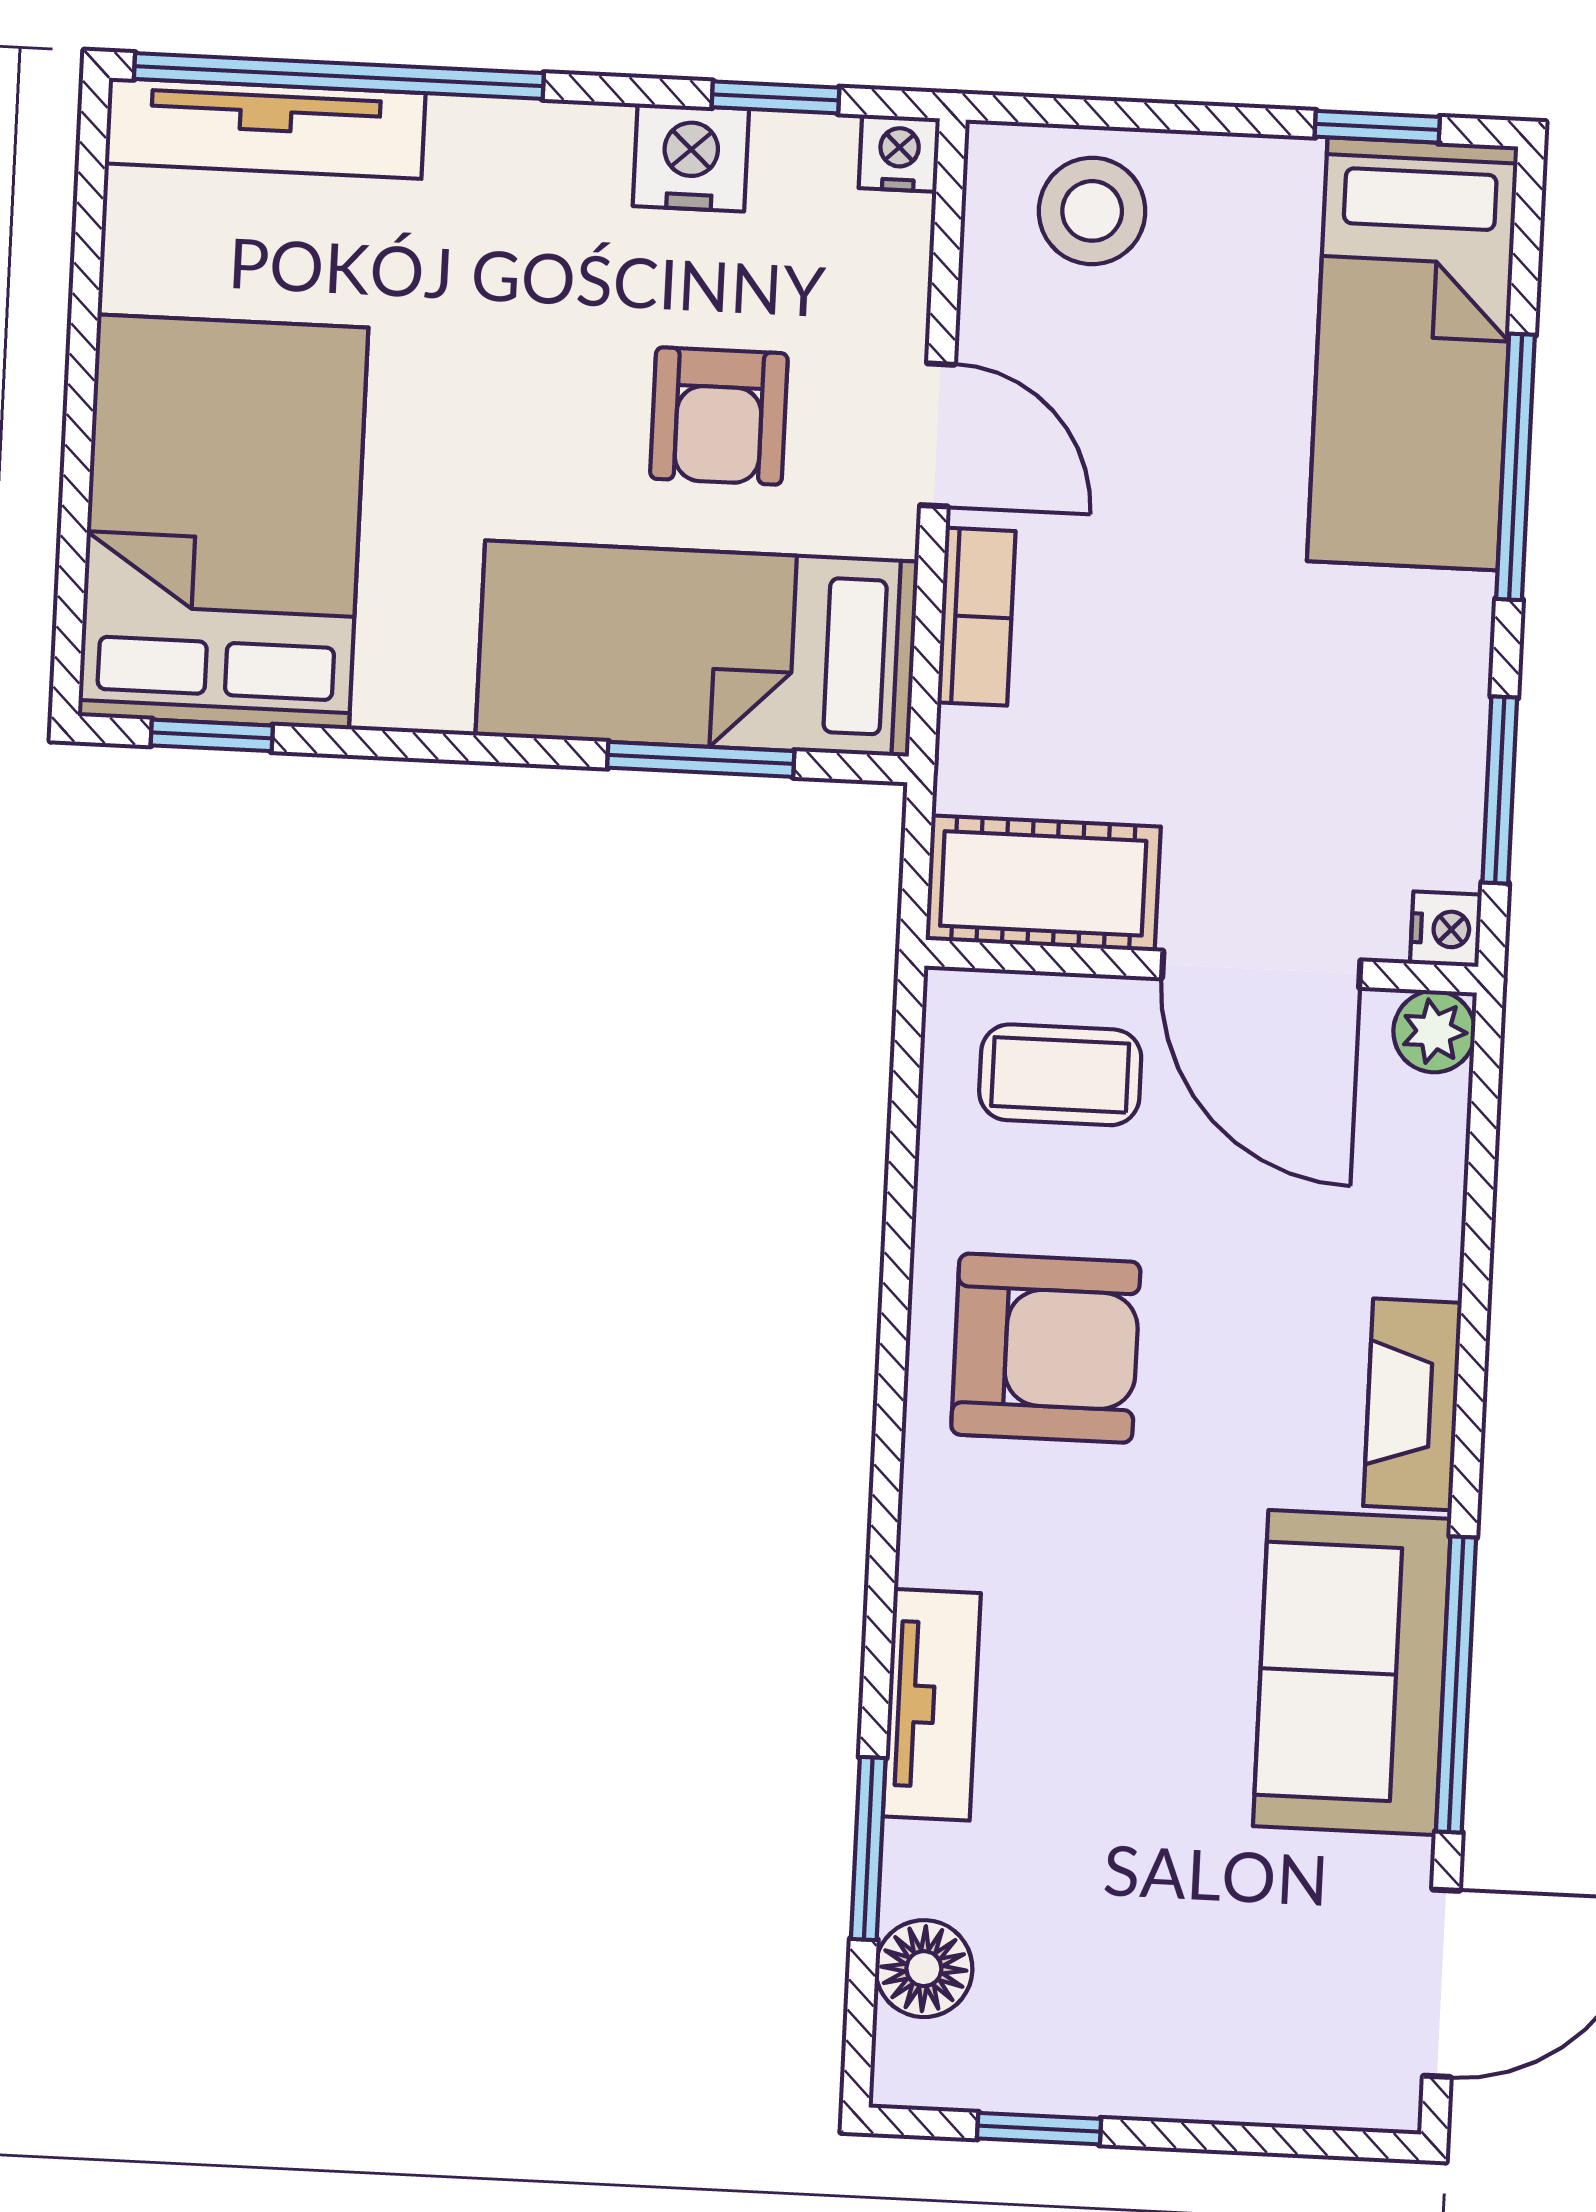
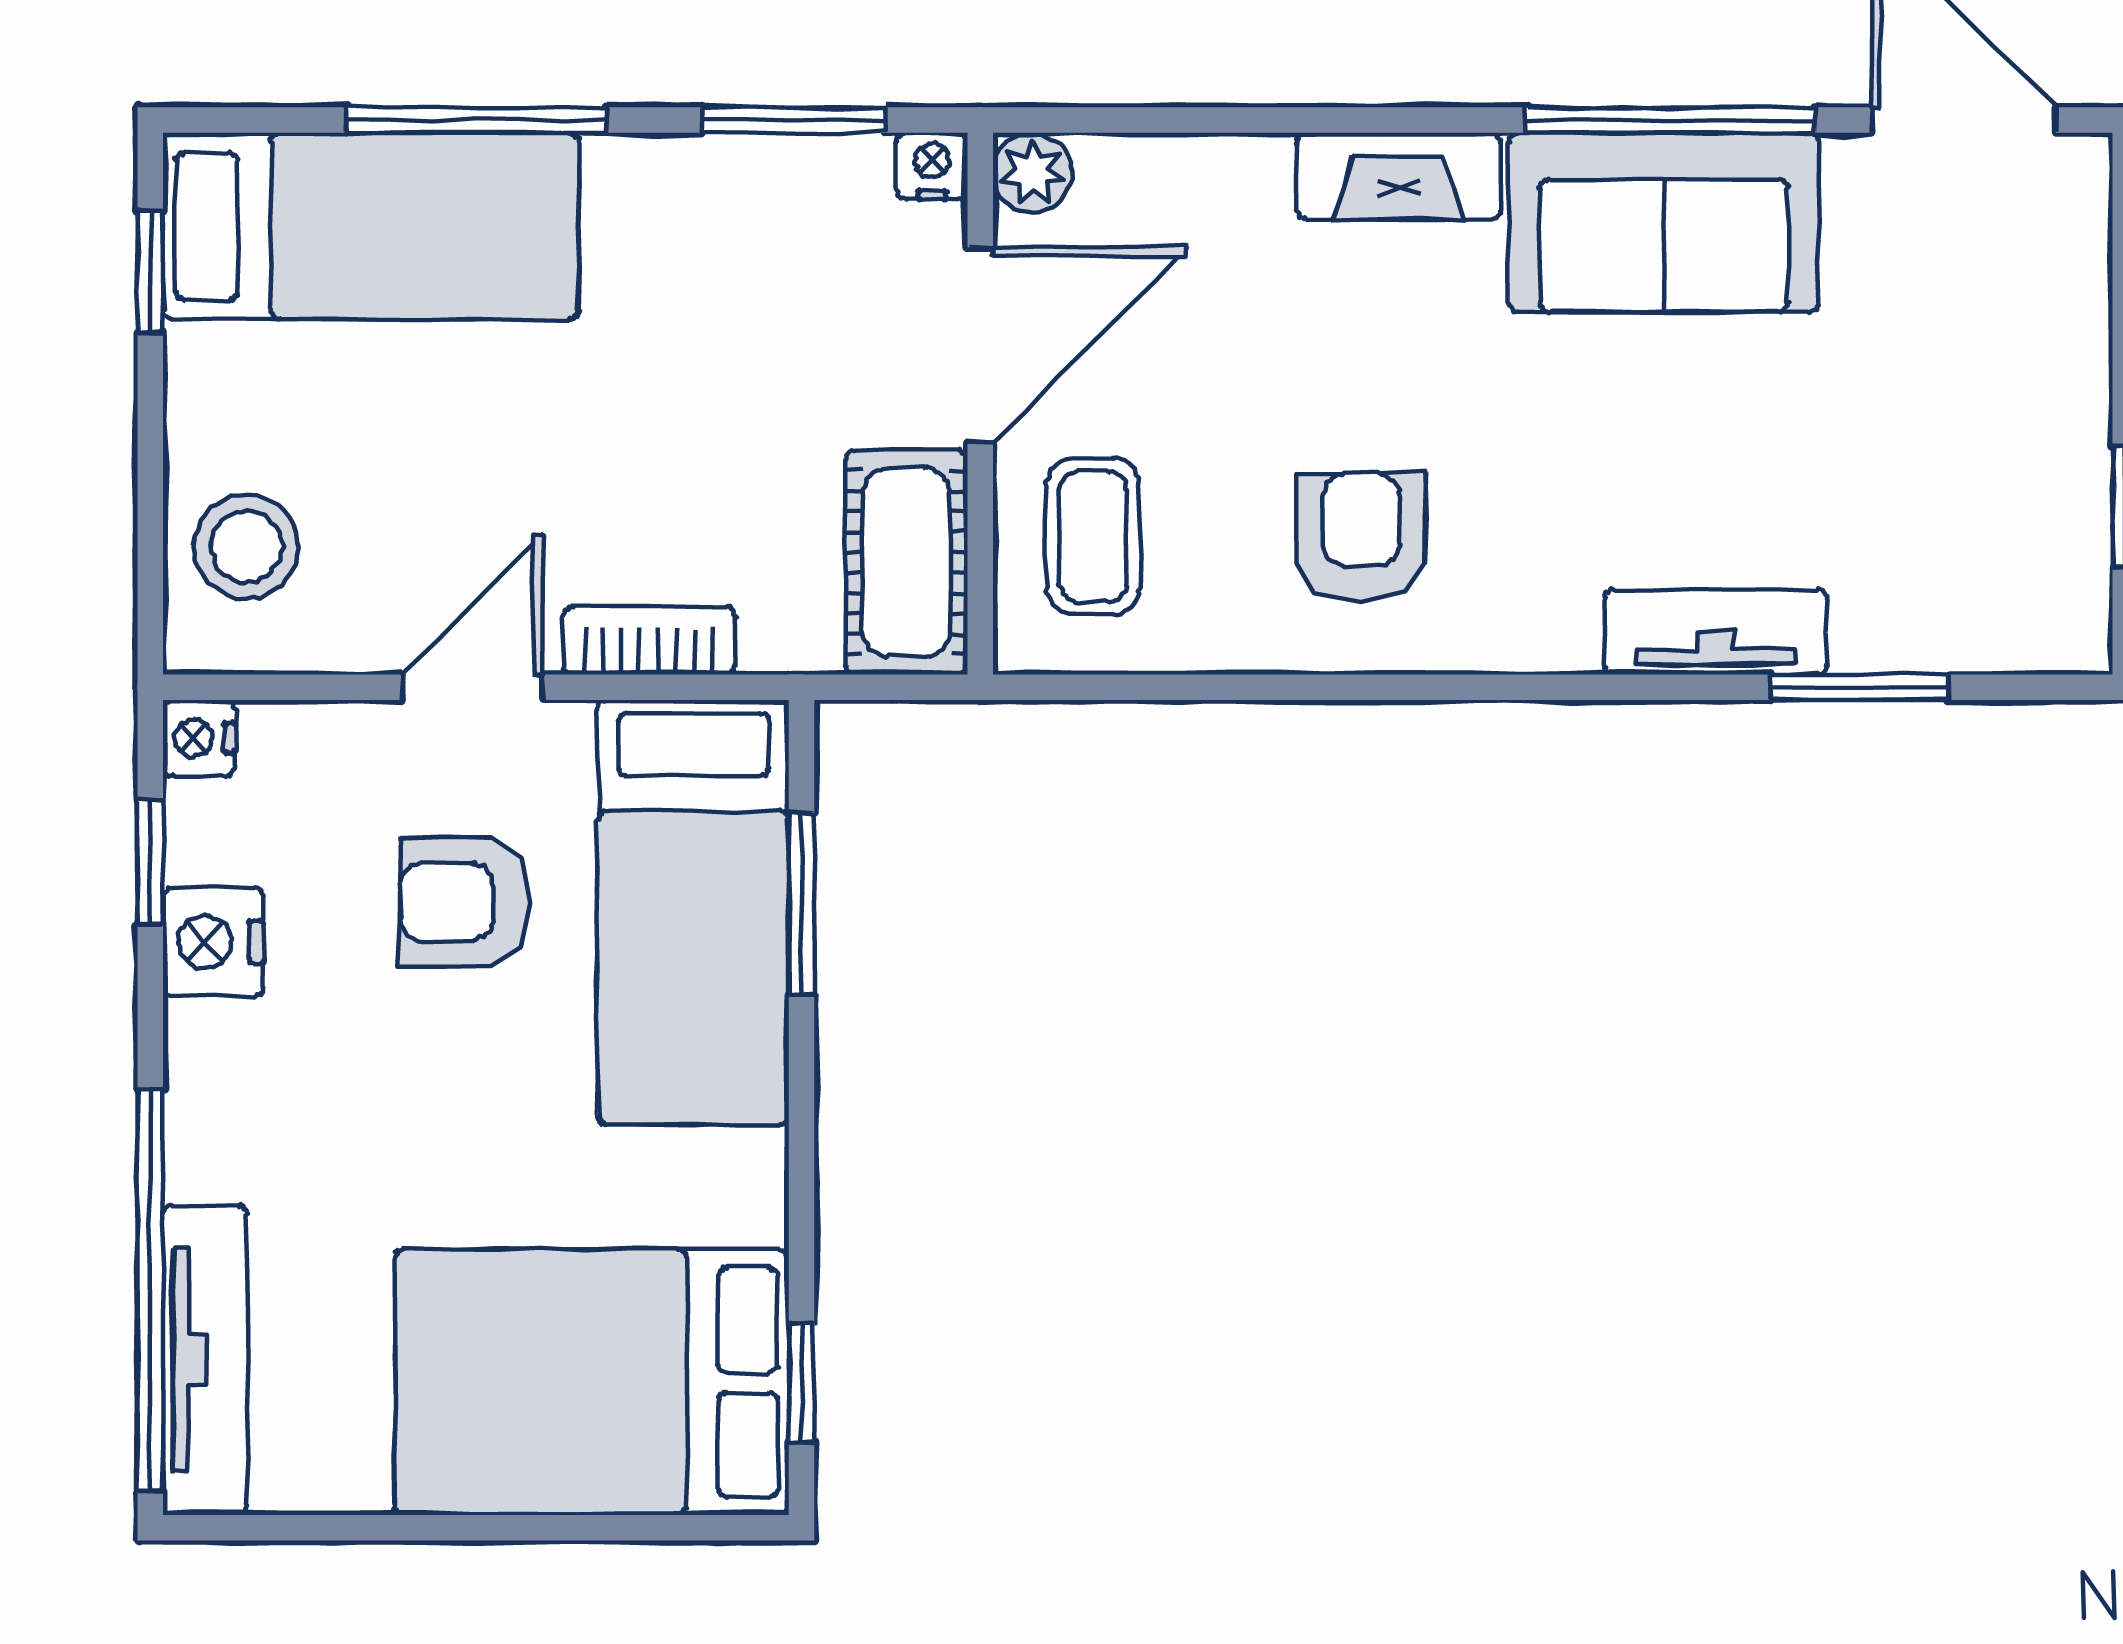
armchair: (719, 416) -> (465, 902), turned 180
armchair: (1046, 1348) -> (1361, 538), width x0.72, depth x0.72
floor lamp: (924, 1969) -> (1974, 627), removed

